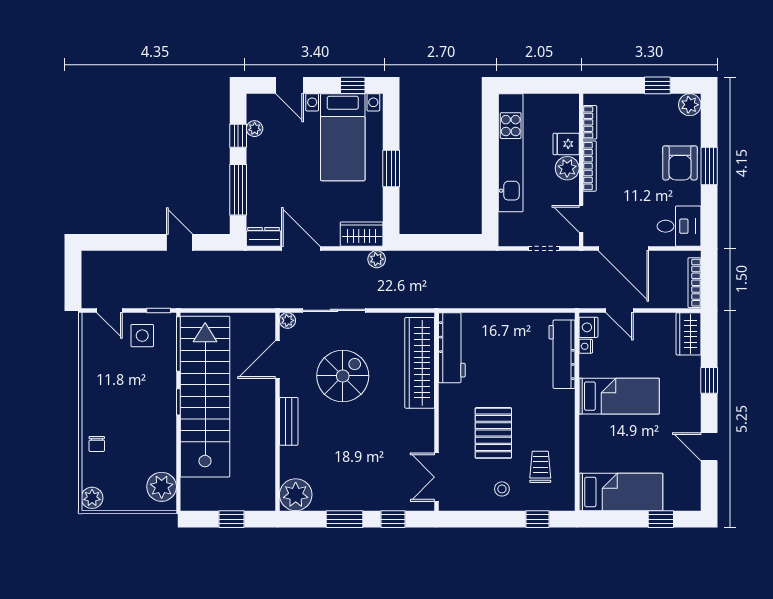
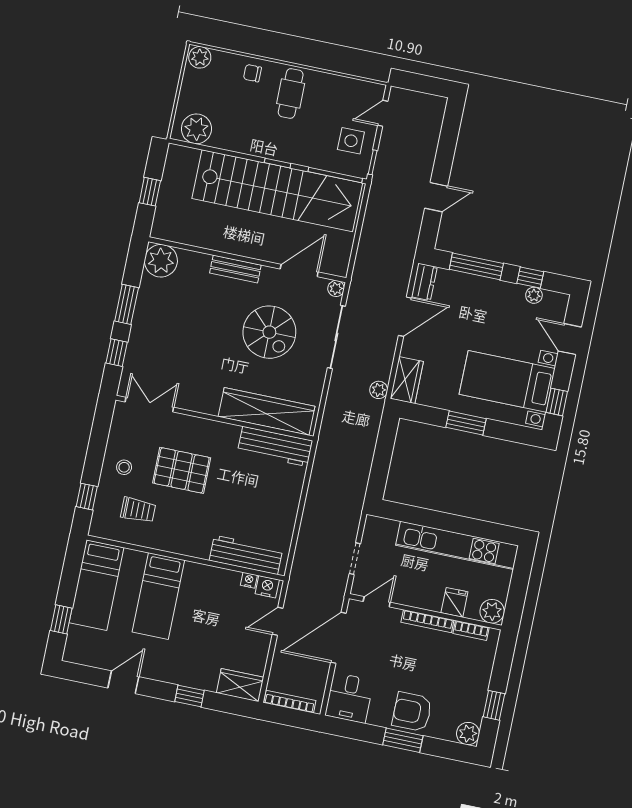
door: (290, 85) -> (570, 339), hinge flipped
plant: (567, 168) -> (492, 611), moved
door: (277, 360) -> (299, 270), hinge flipped
bed: (619, 396) -> (158, 596), moved
cafe table: (109, 403) -> (291, 93), added

